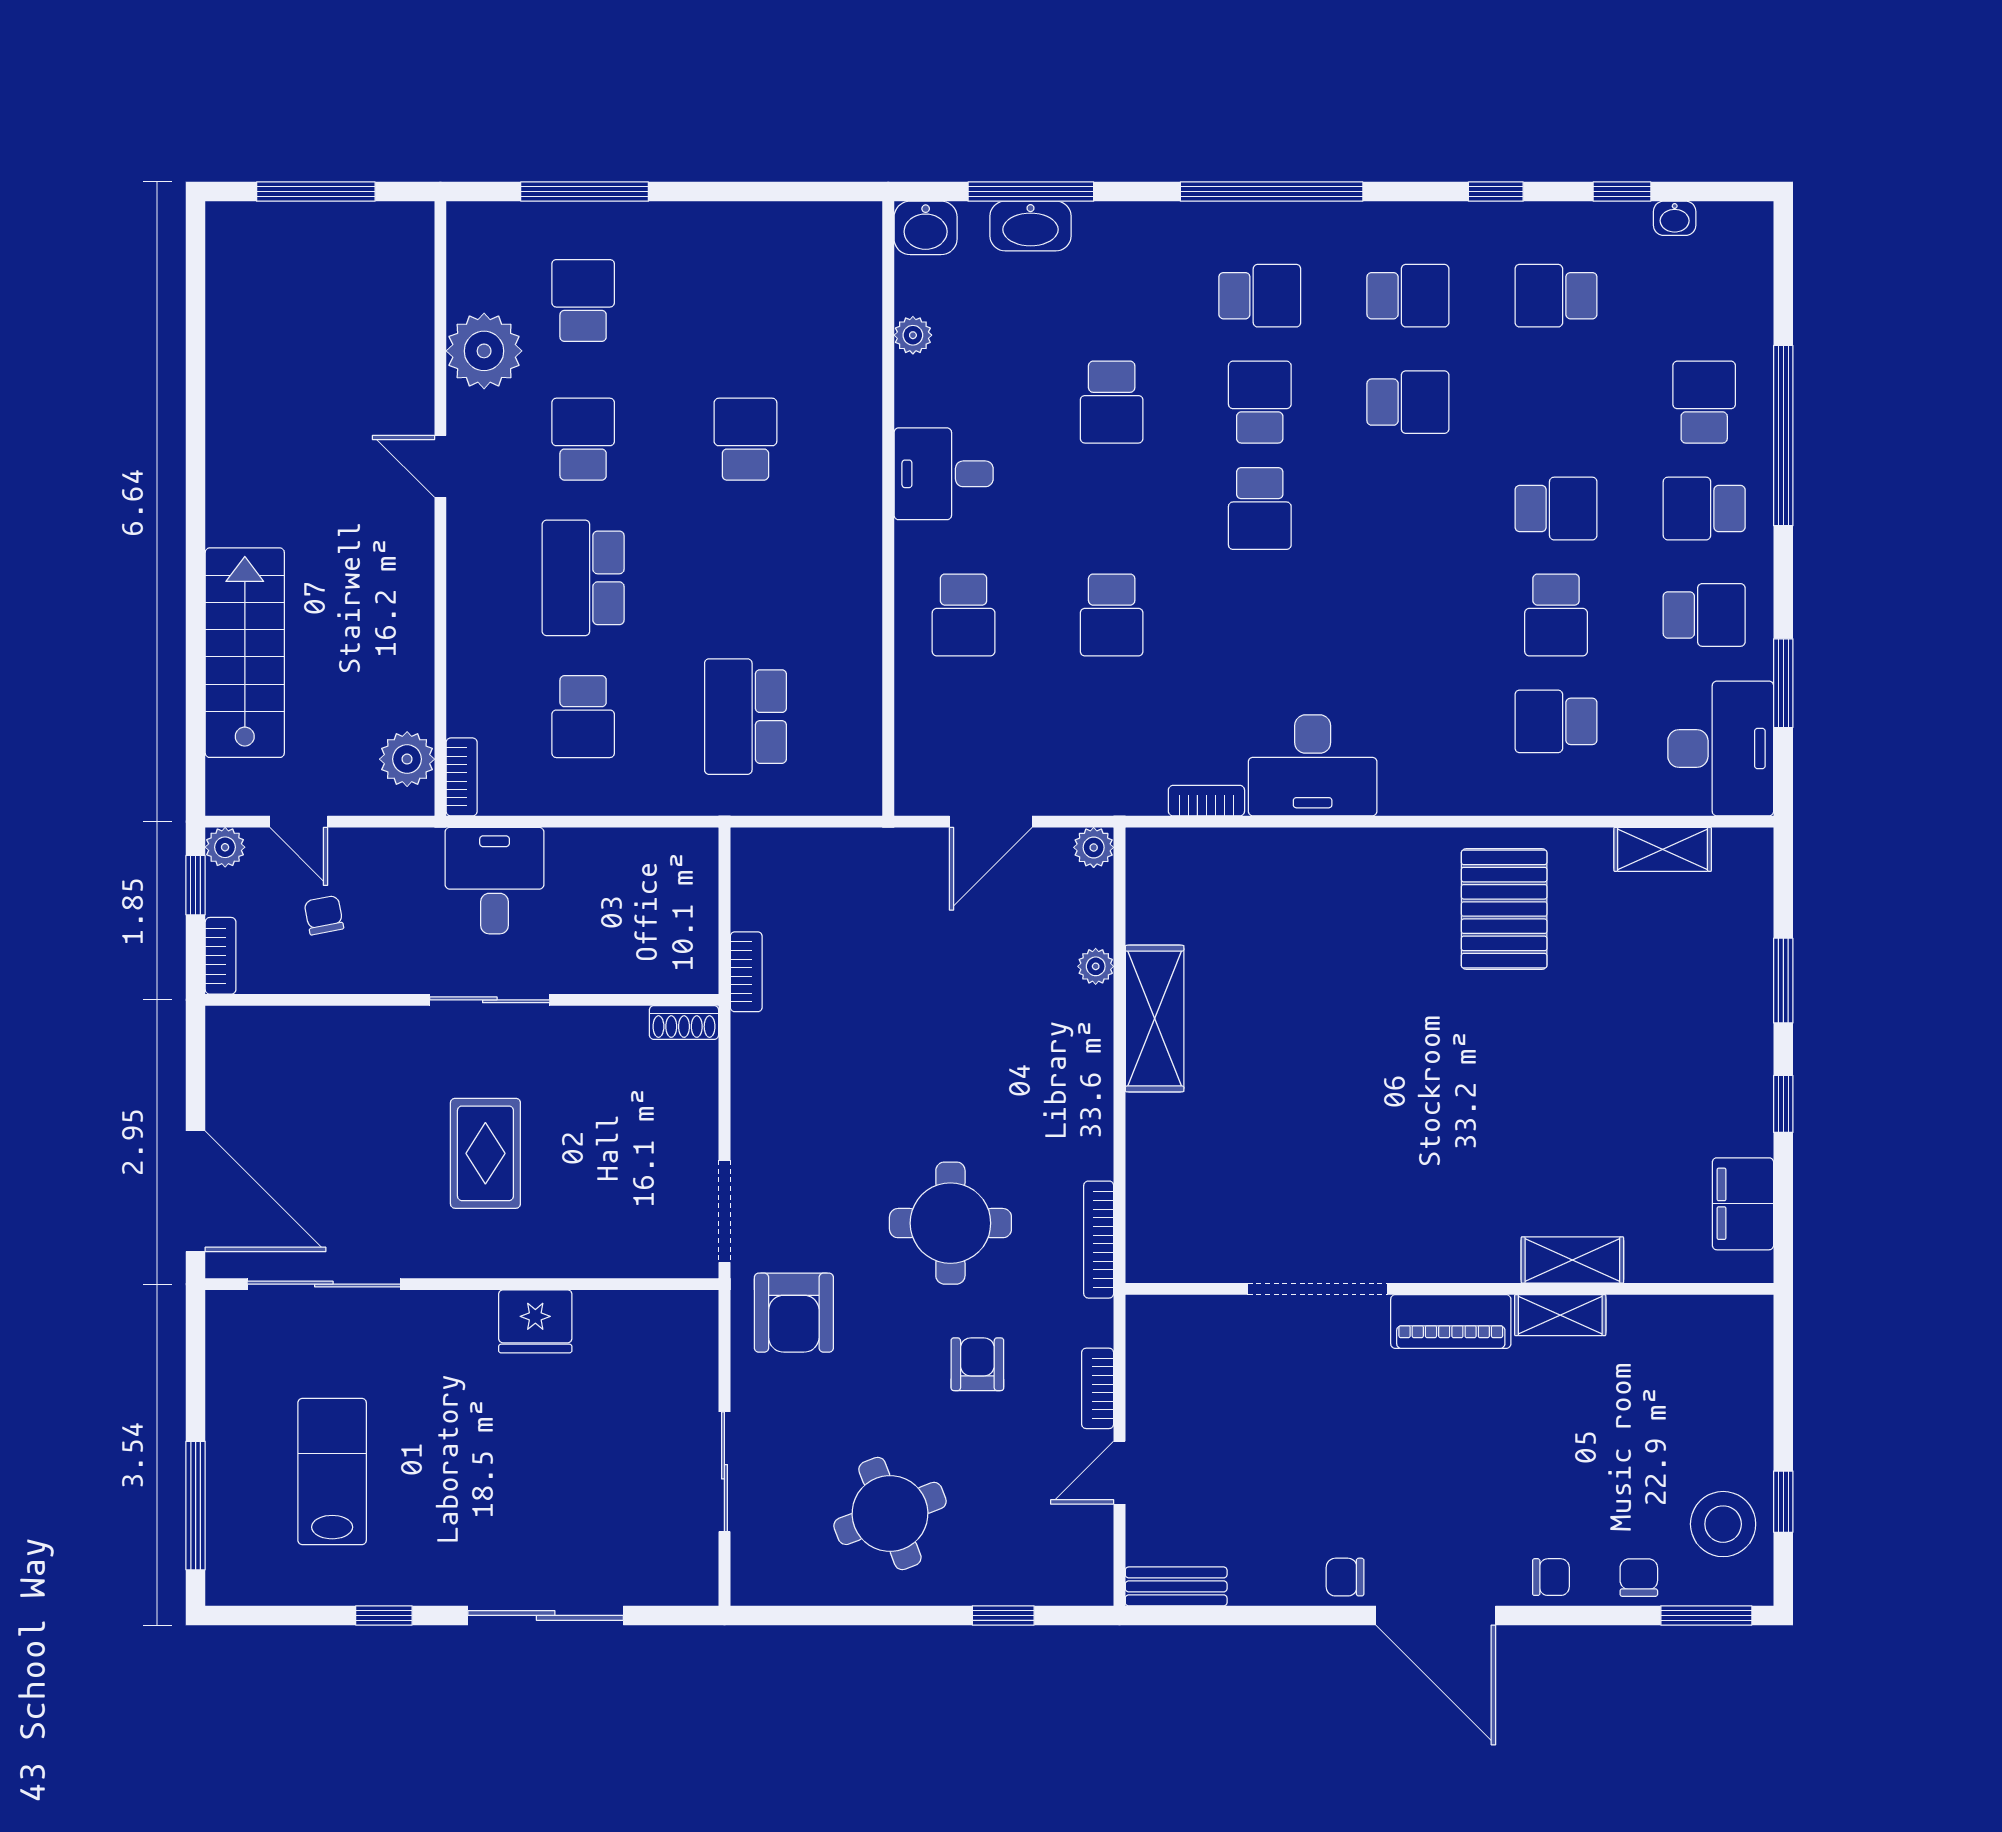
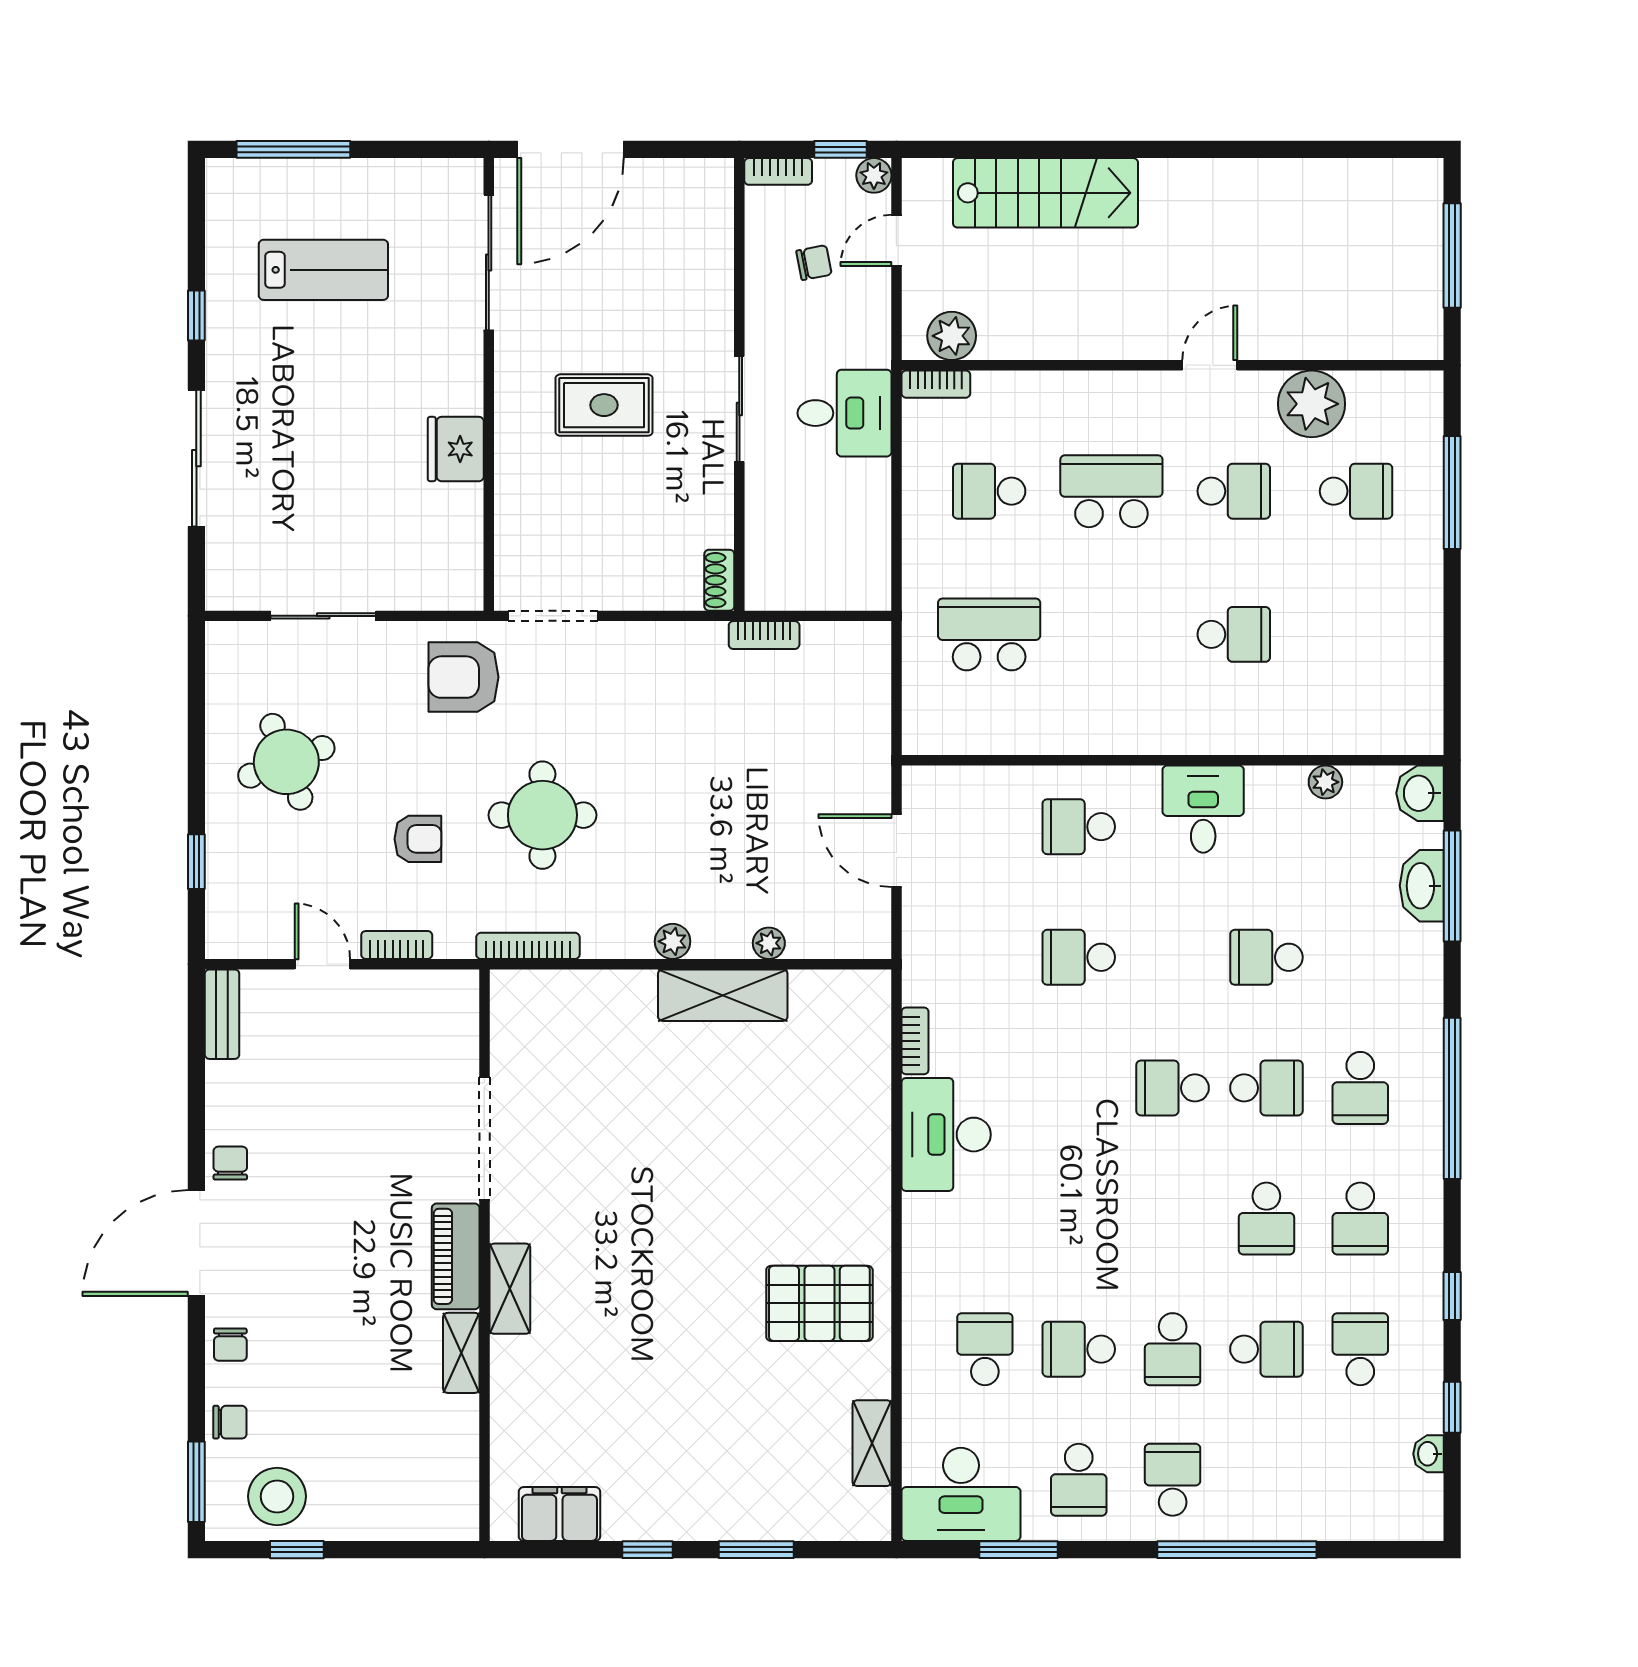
school desk: (1704, 402) -> (1266, 1349), moved
plant: (1094, 847) -> (673, 941), moved
shelving: (1572, 1260) -> (510, 1289), moved

